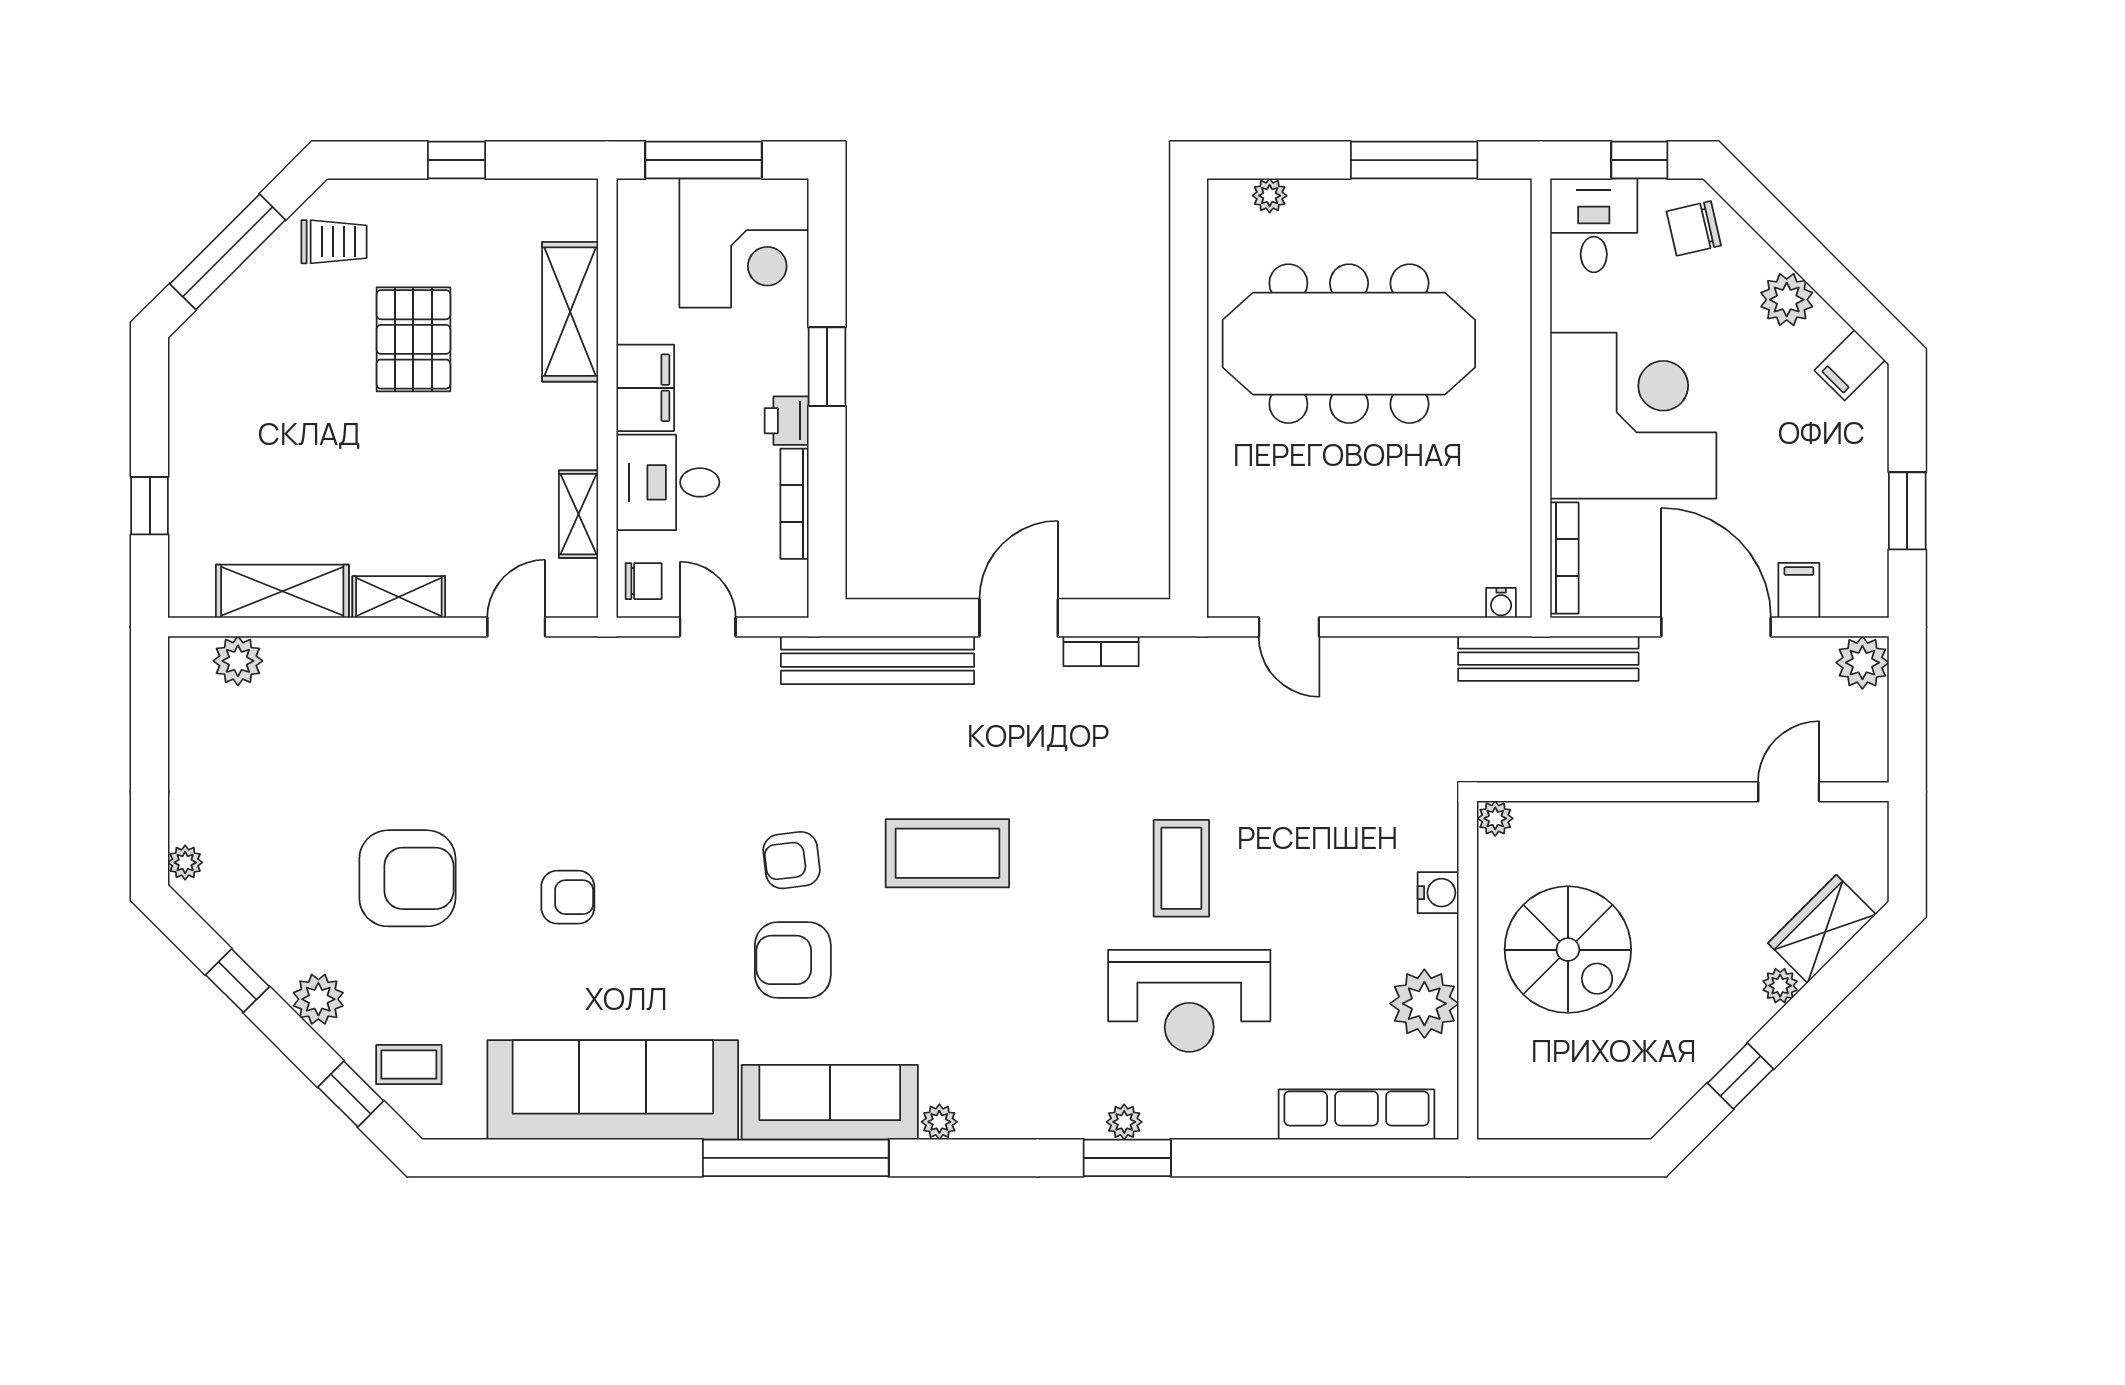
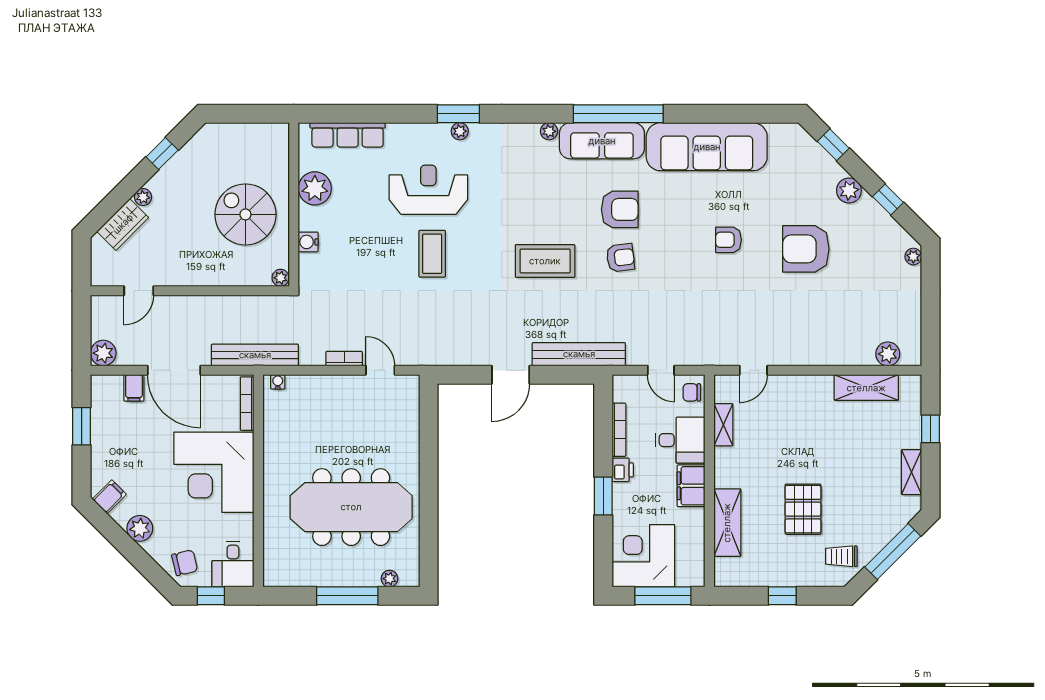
window: (1414, 160) -> (347, 596), moved
shelving: (399, 597) -> (912, 472), moved, turned 90
bookcase: (1101, 651) -> (344, 359), moved
coffee table: (409, 1065) -> (805, 159), removed

